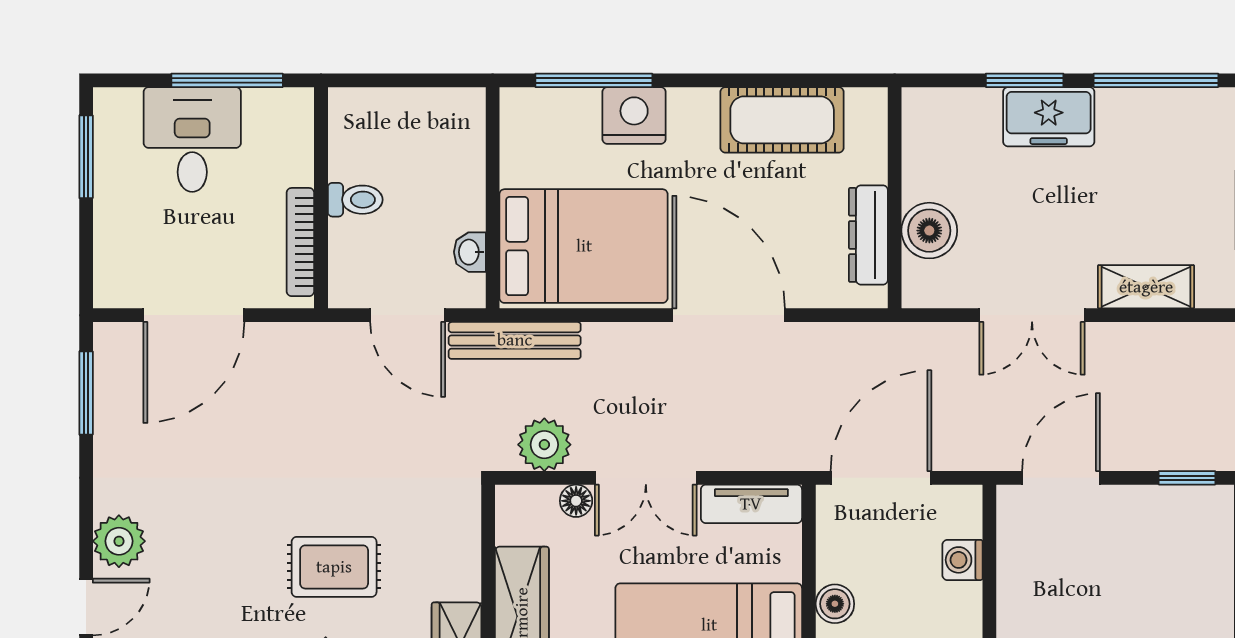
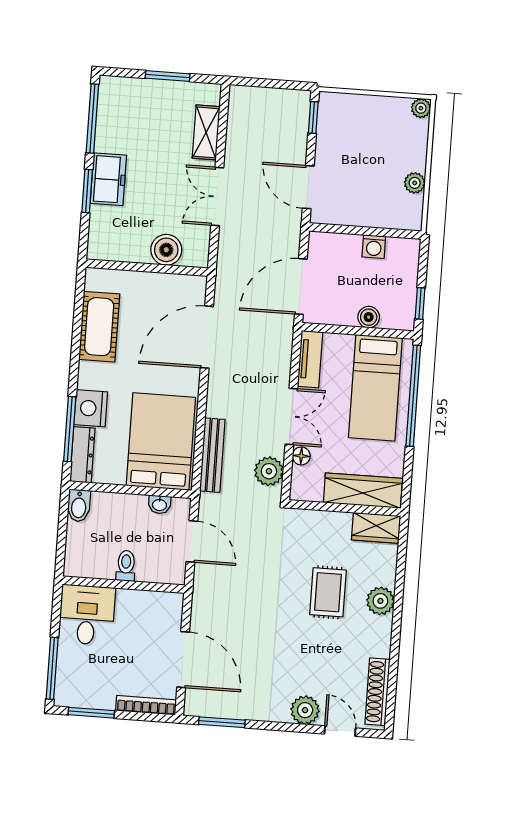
window: (227, 80) -> (52, 668), moved
bidet: (457, 107) -> (79, 506), added
desk: (192, 140) -> (87, 615), moved, turned 90
dresser: (868, 235) -> (82, 455), moved, turned -90
bookcase: (300, 242) -> (146, 705), moved, turned 180
door: (408, 315) -> (192, 541), hinge flipped
door: (729, 315) -> (207, 337), moved
double door: (1032, 315) -> (217, 197), swing flipped
bench: (515, 340) -> (212, 455), moved
door: (881, 478) -> (301, 287), hinge flipped
washing machine: (963, 560) -> (374, 247), moved

